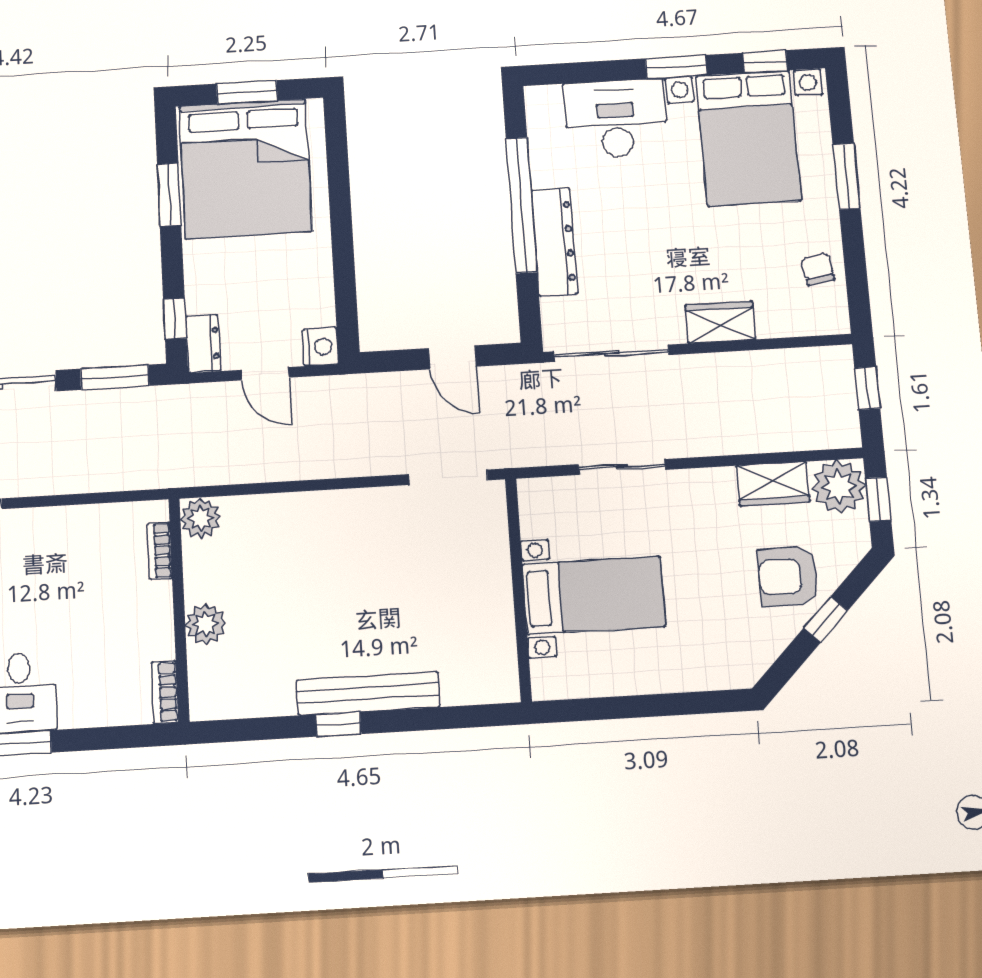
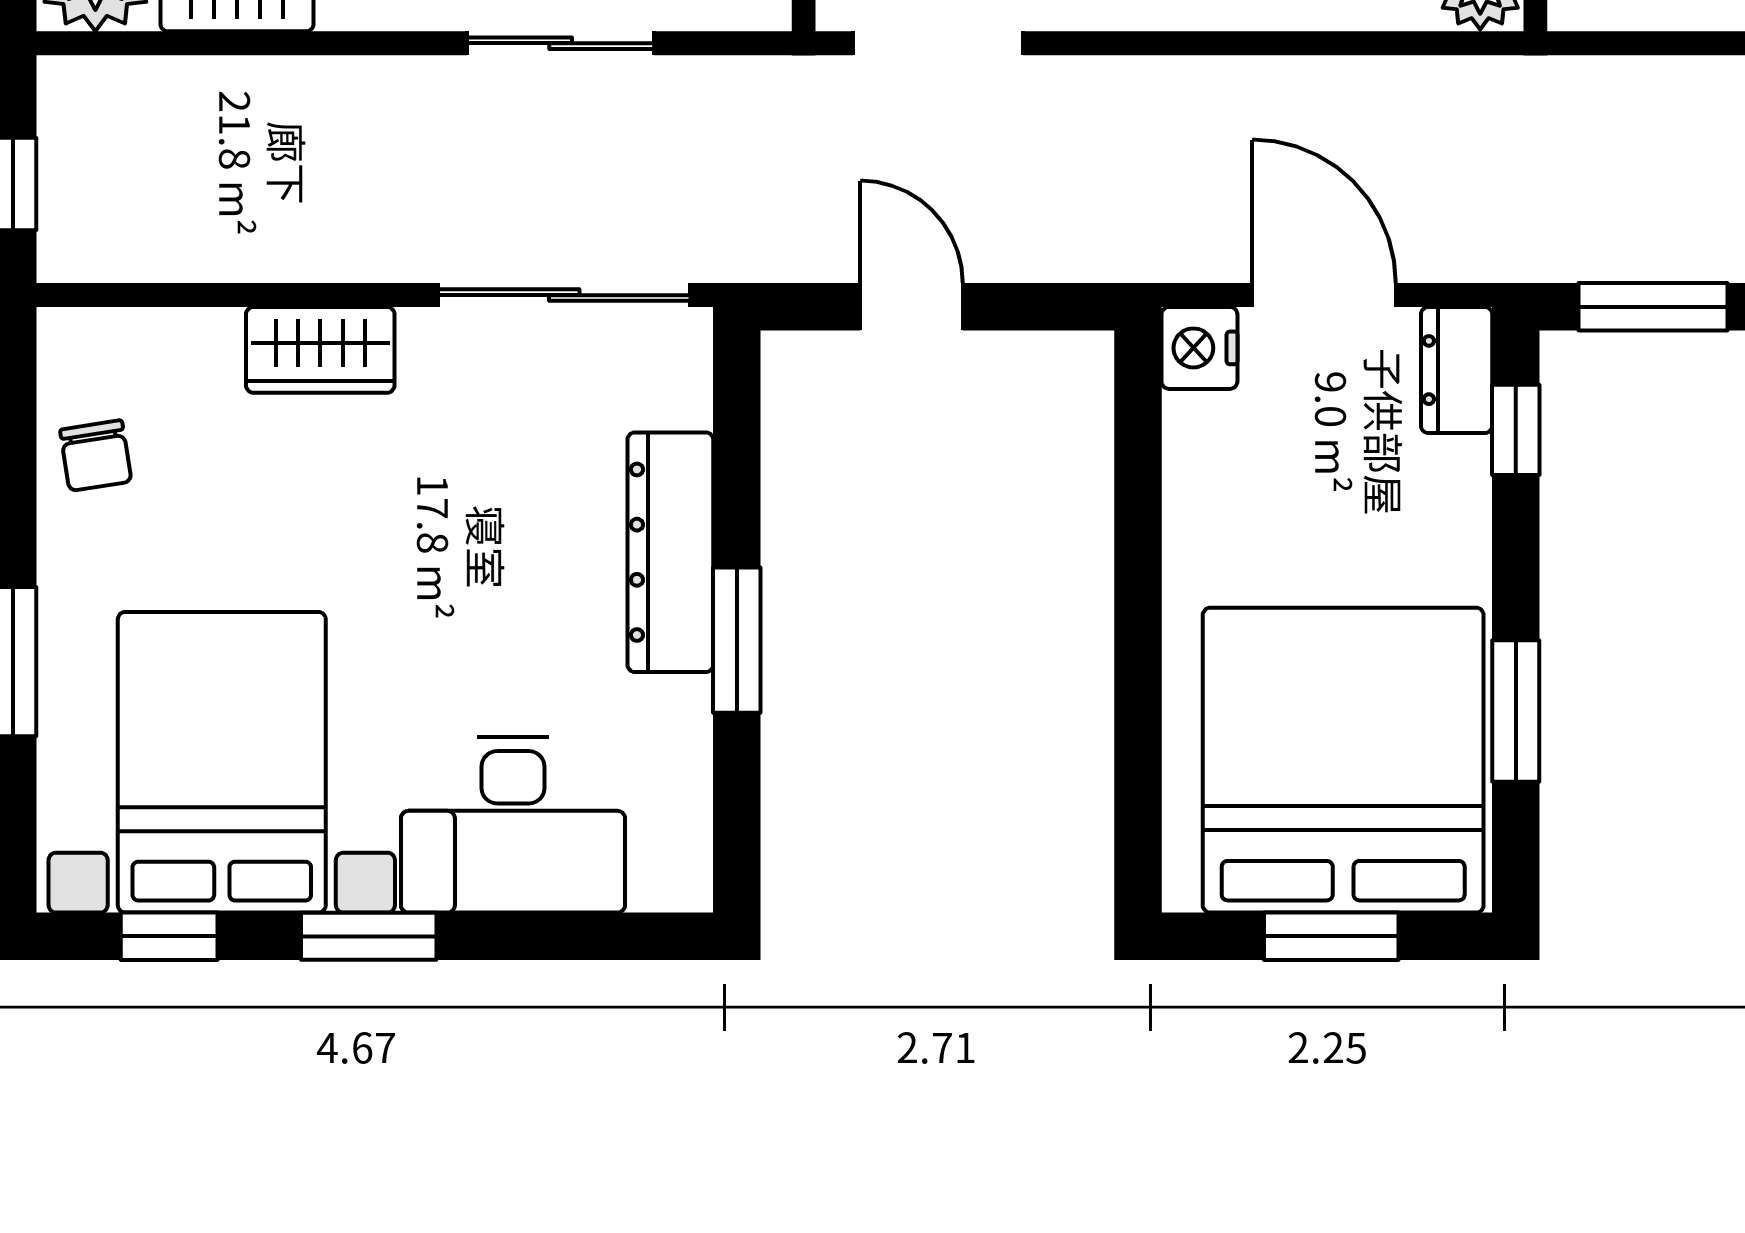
window: (521, 205) -> (737, 640), width x0.47
door: (265, 374) -> (1324, 295), width x1.38

